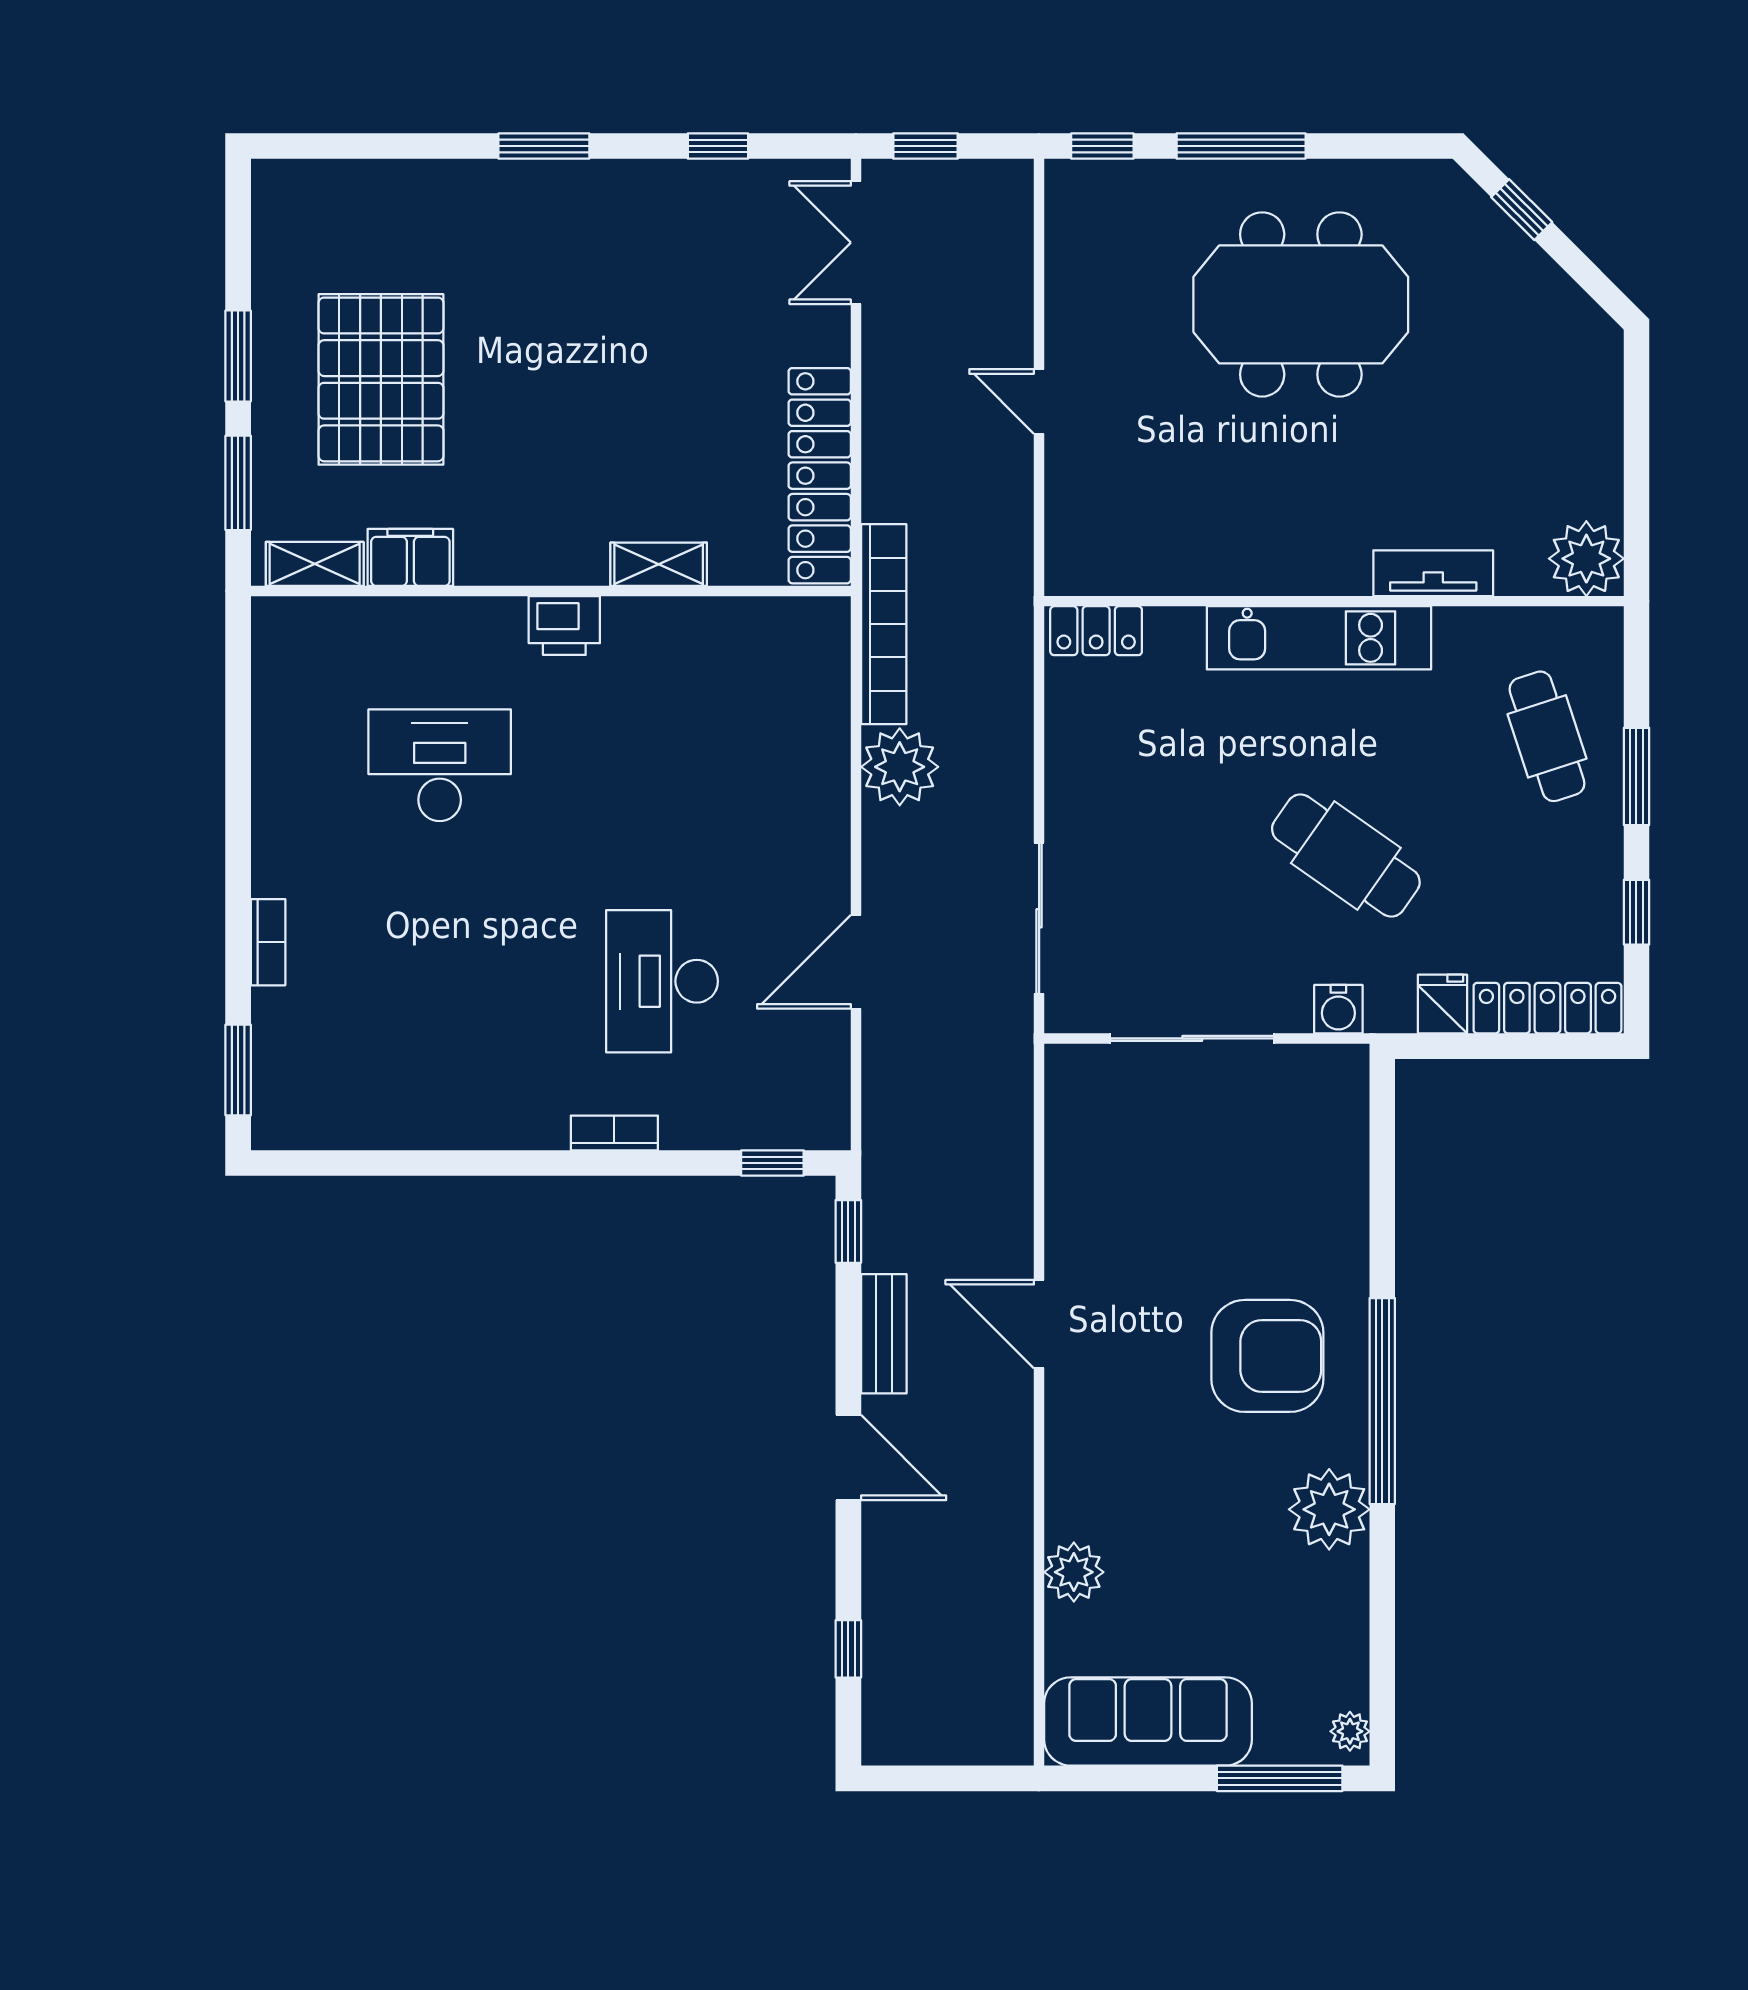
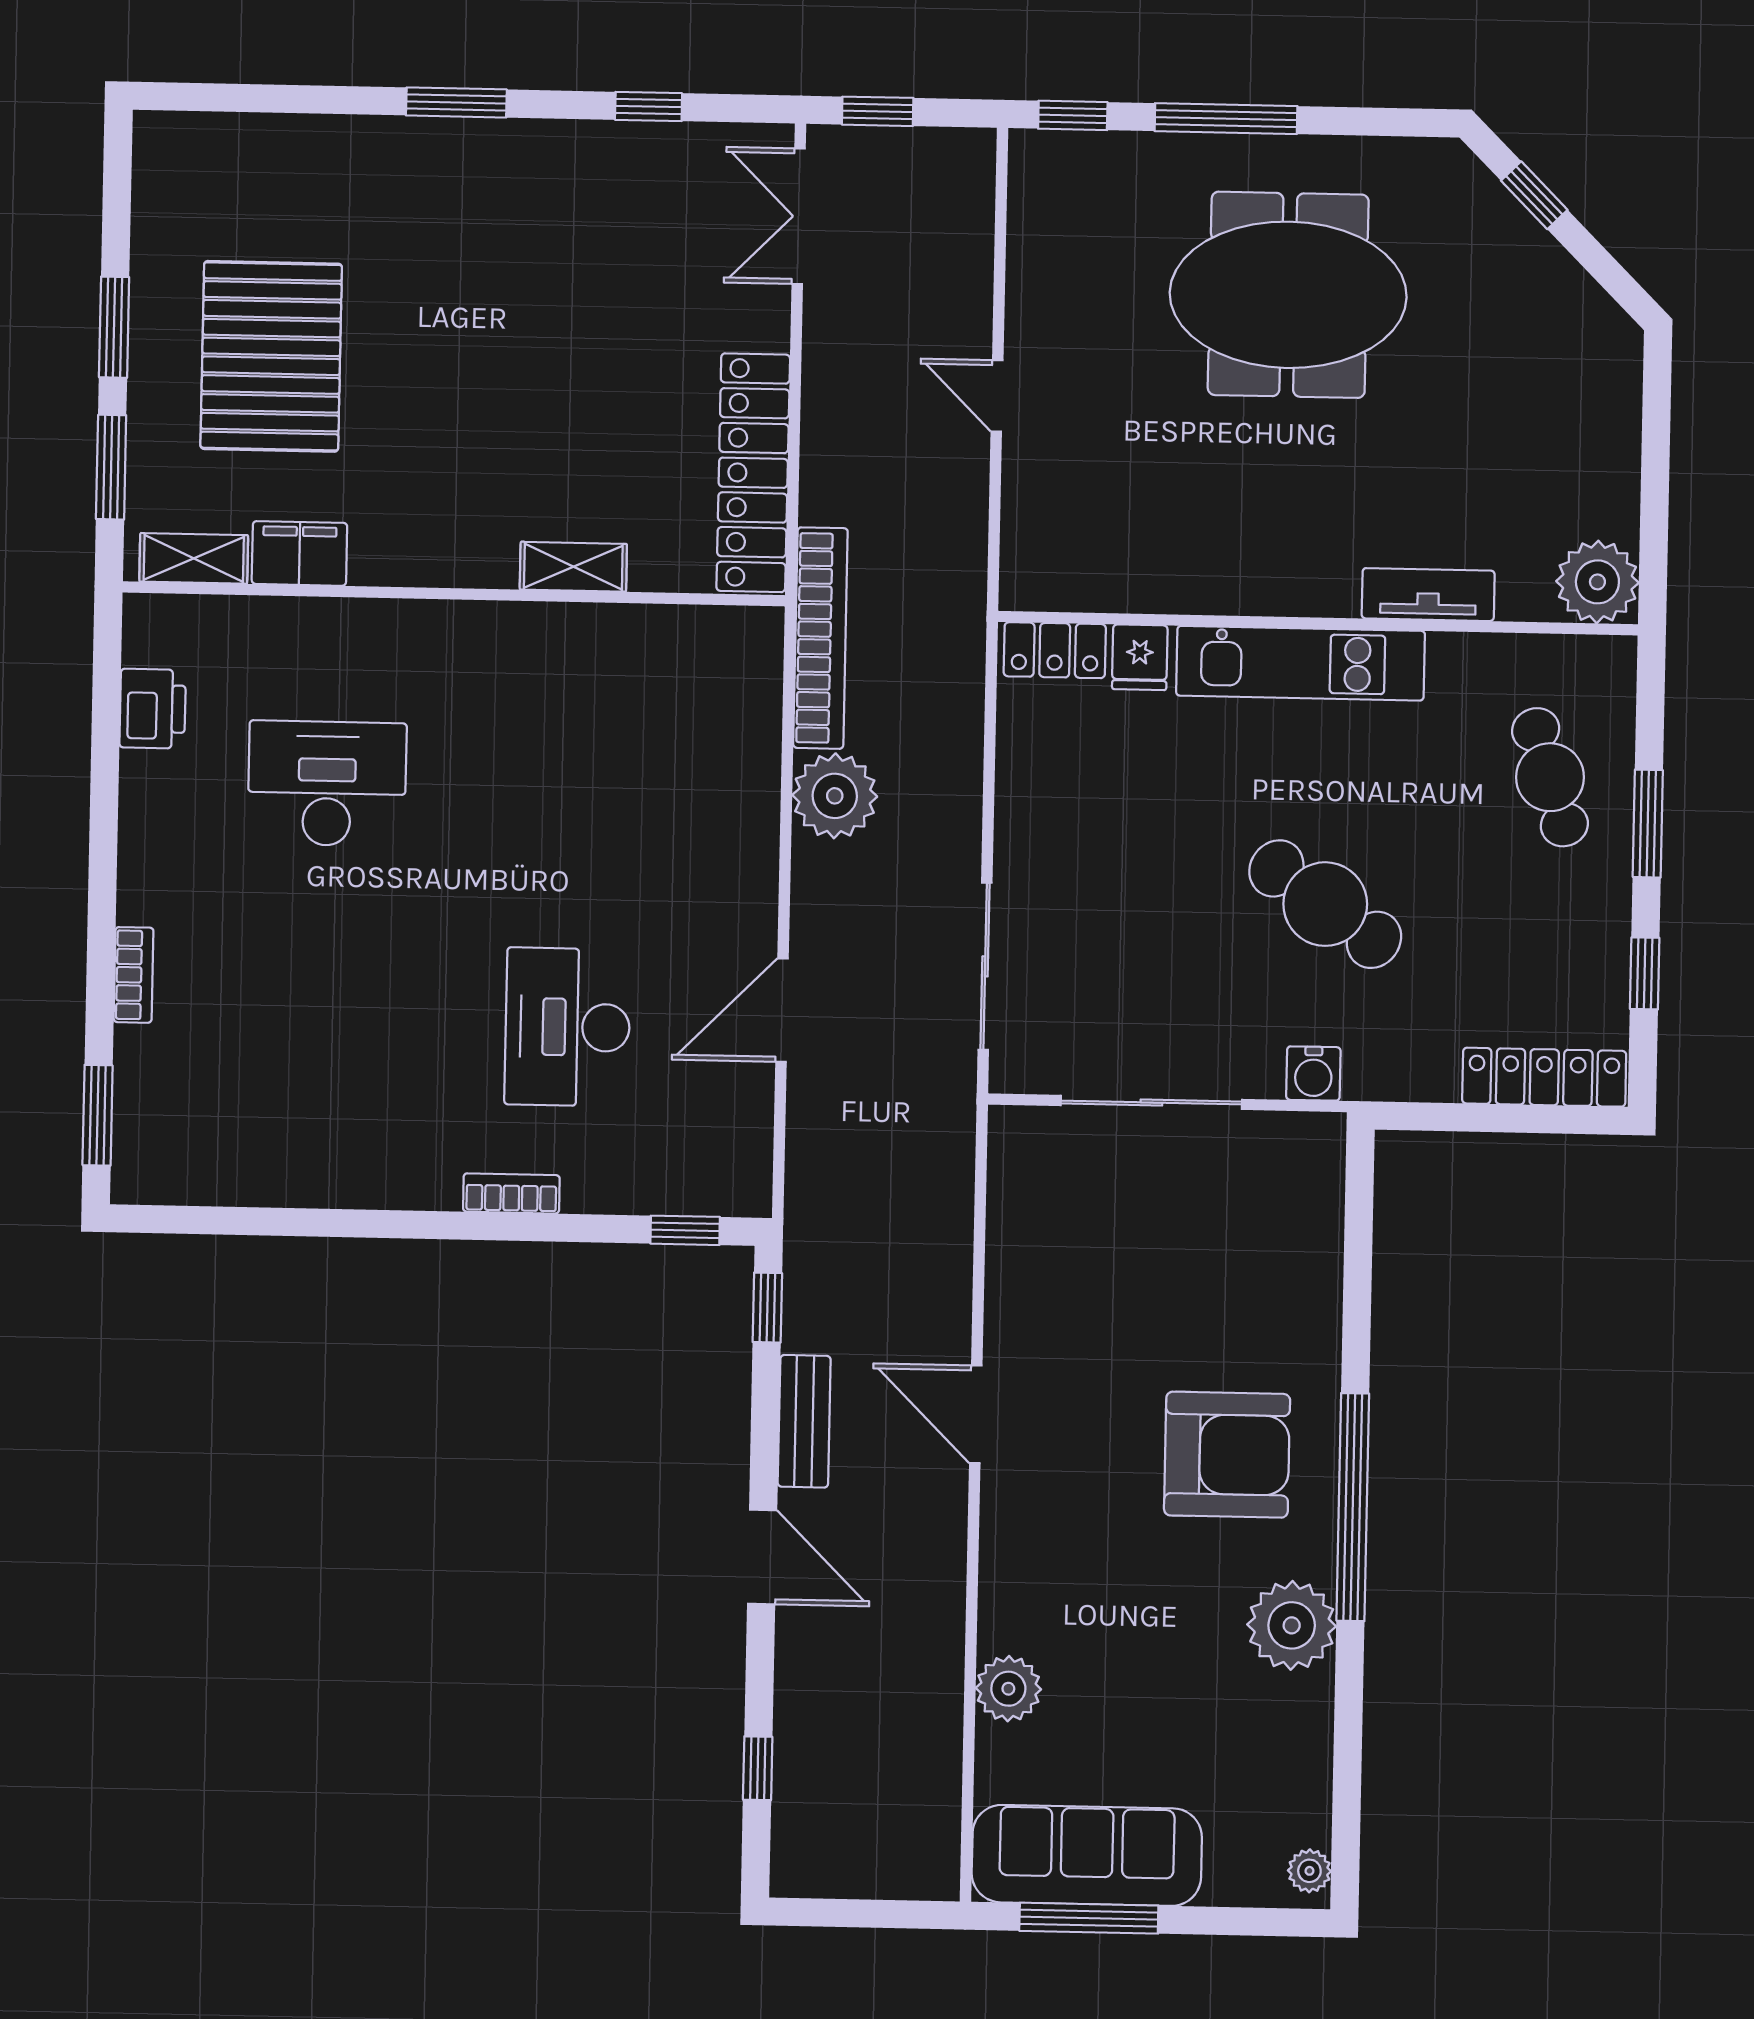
printer: (564, 626) -> (153, 709), moved, turned -90
fridge: (1442, 1004) -> (1140, 657), moved, turned 180
window: (1280, 1778) -> (1089, 1918), moved

